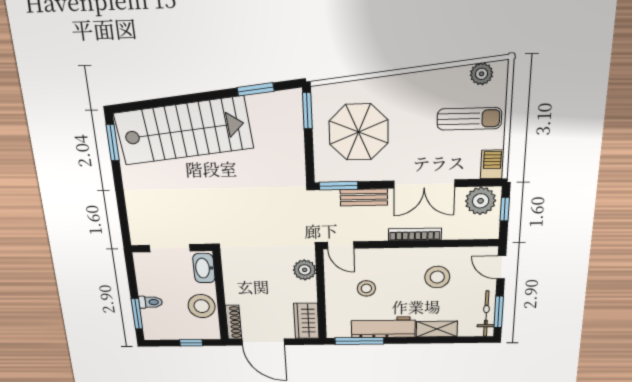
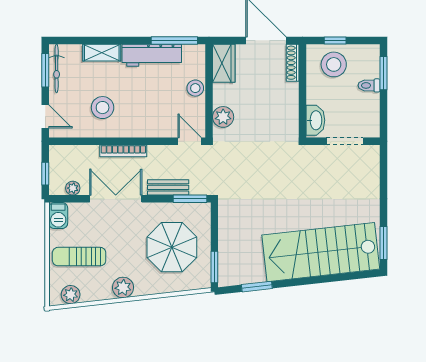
plant: (417, 84) -> (123, 287), added
plant: (481, 201) -> (73, 188), width x0.53, depth x0.53
stool: (366, 288) -> (195, 88), moved
stool: (202, 306) -> (334, 64), moved

